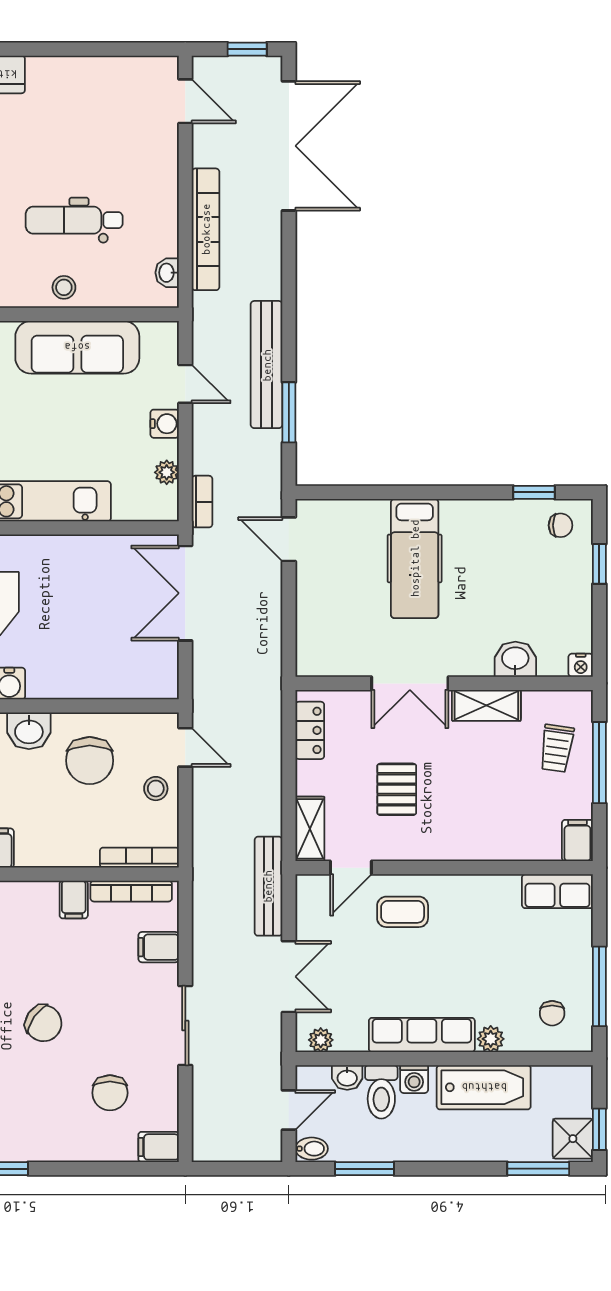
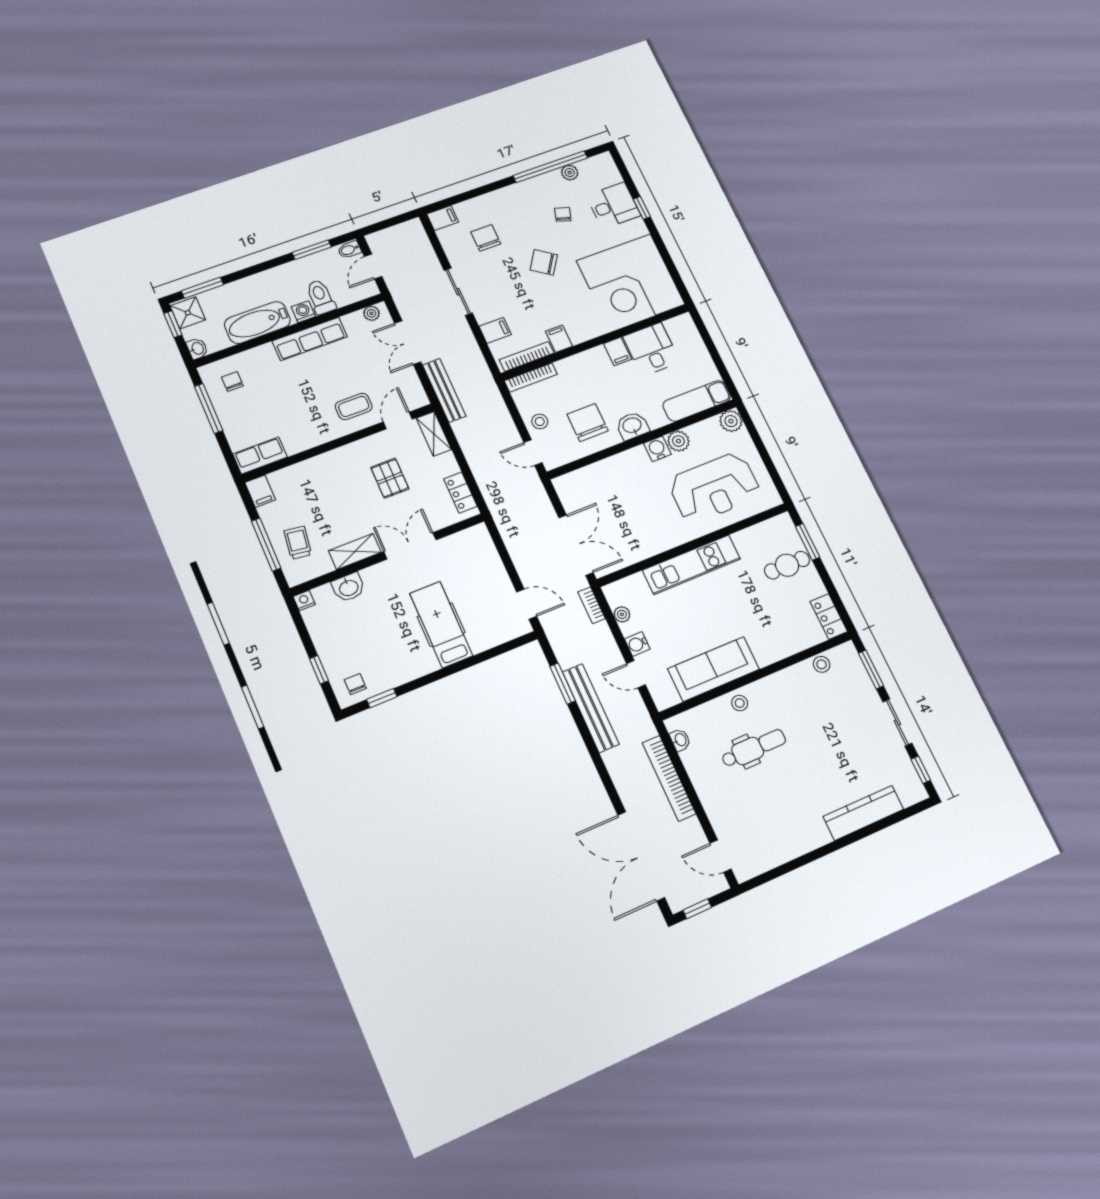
chair: (560, 525) -> (355, 684), turned 90
plant: (491, 1039) -> (265, 352), removed
washbasin: (347, 1077) -> (197, 349), moved, turned 90

